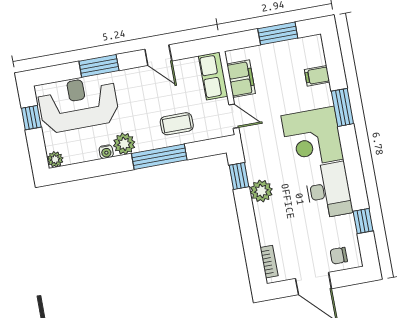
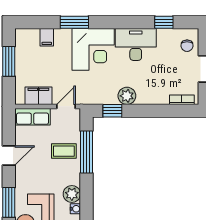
coffee table: (177, 124) -> (64, 151), turned 90
window: (159, 157) -> (87, 152), moved

